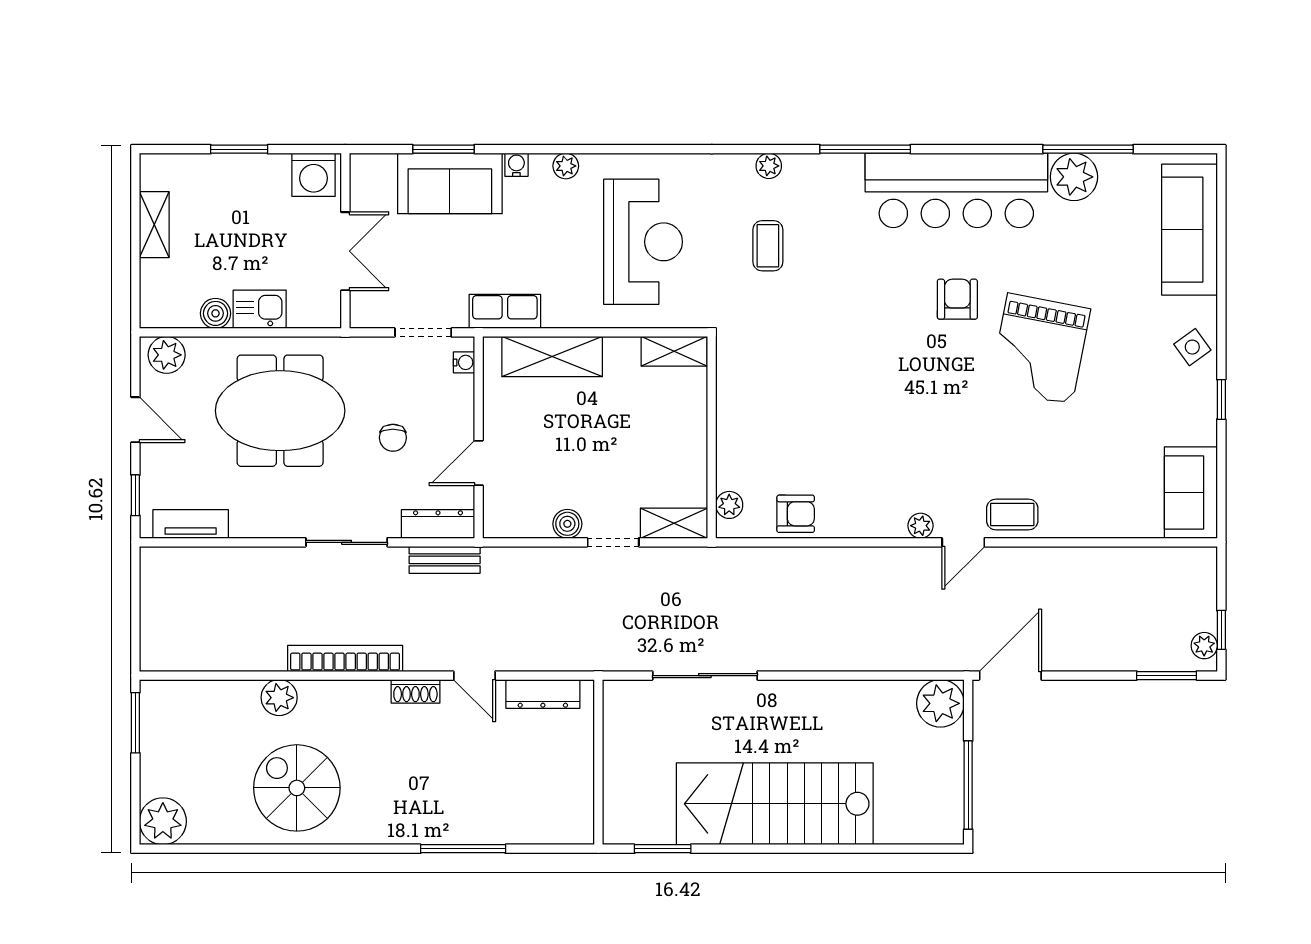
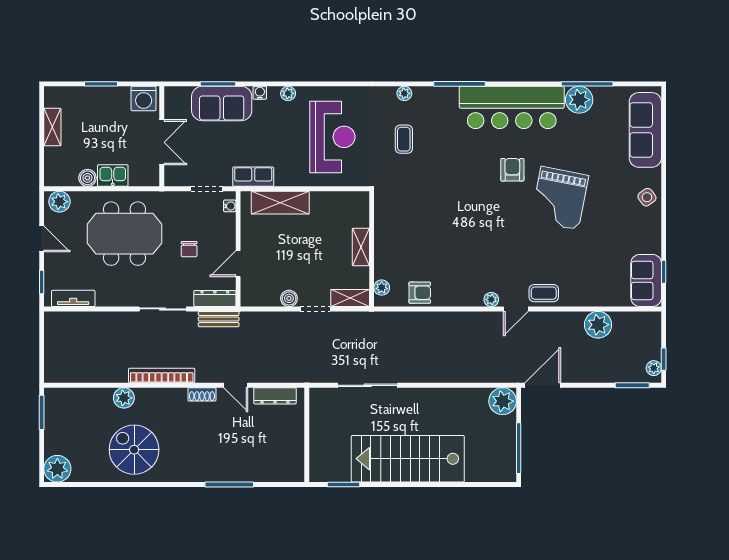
shelving: (674, 351) -> (361, 247), moved, turned 90
window: (1221, 399) -> (664, 272), moved
plant: (1107, 570) -> (598, 325), added

